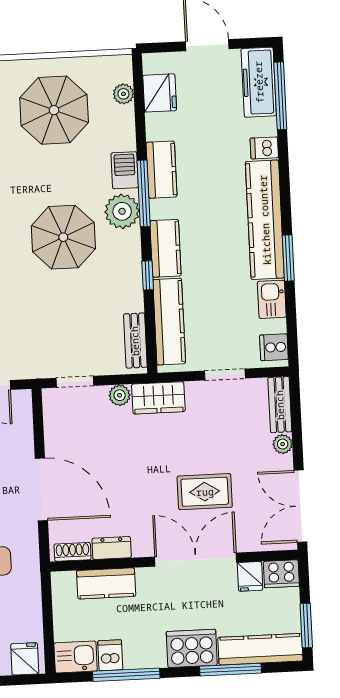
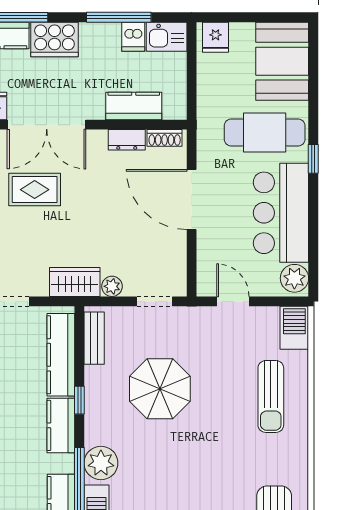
parasol: (63, 237) -> (160, 389), moved

